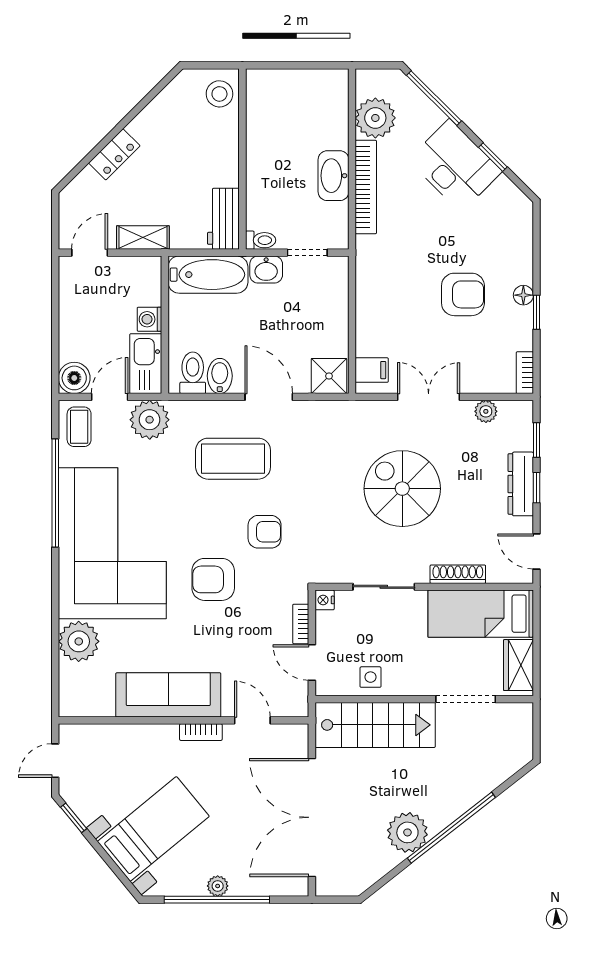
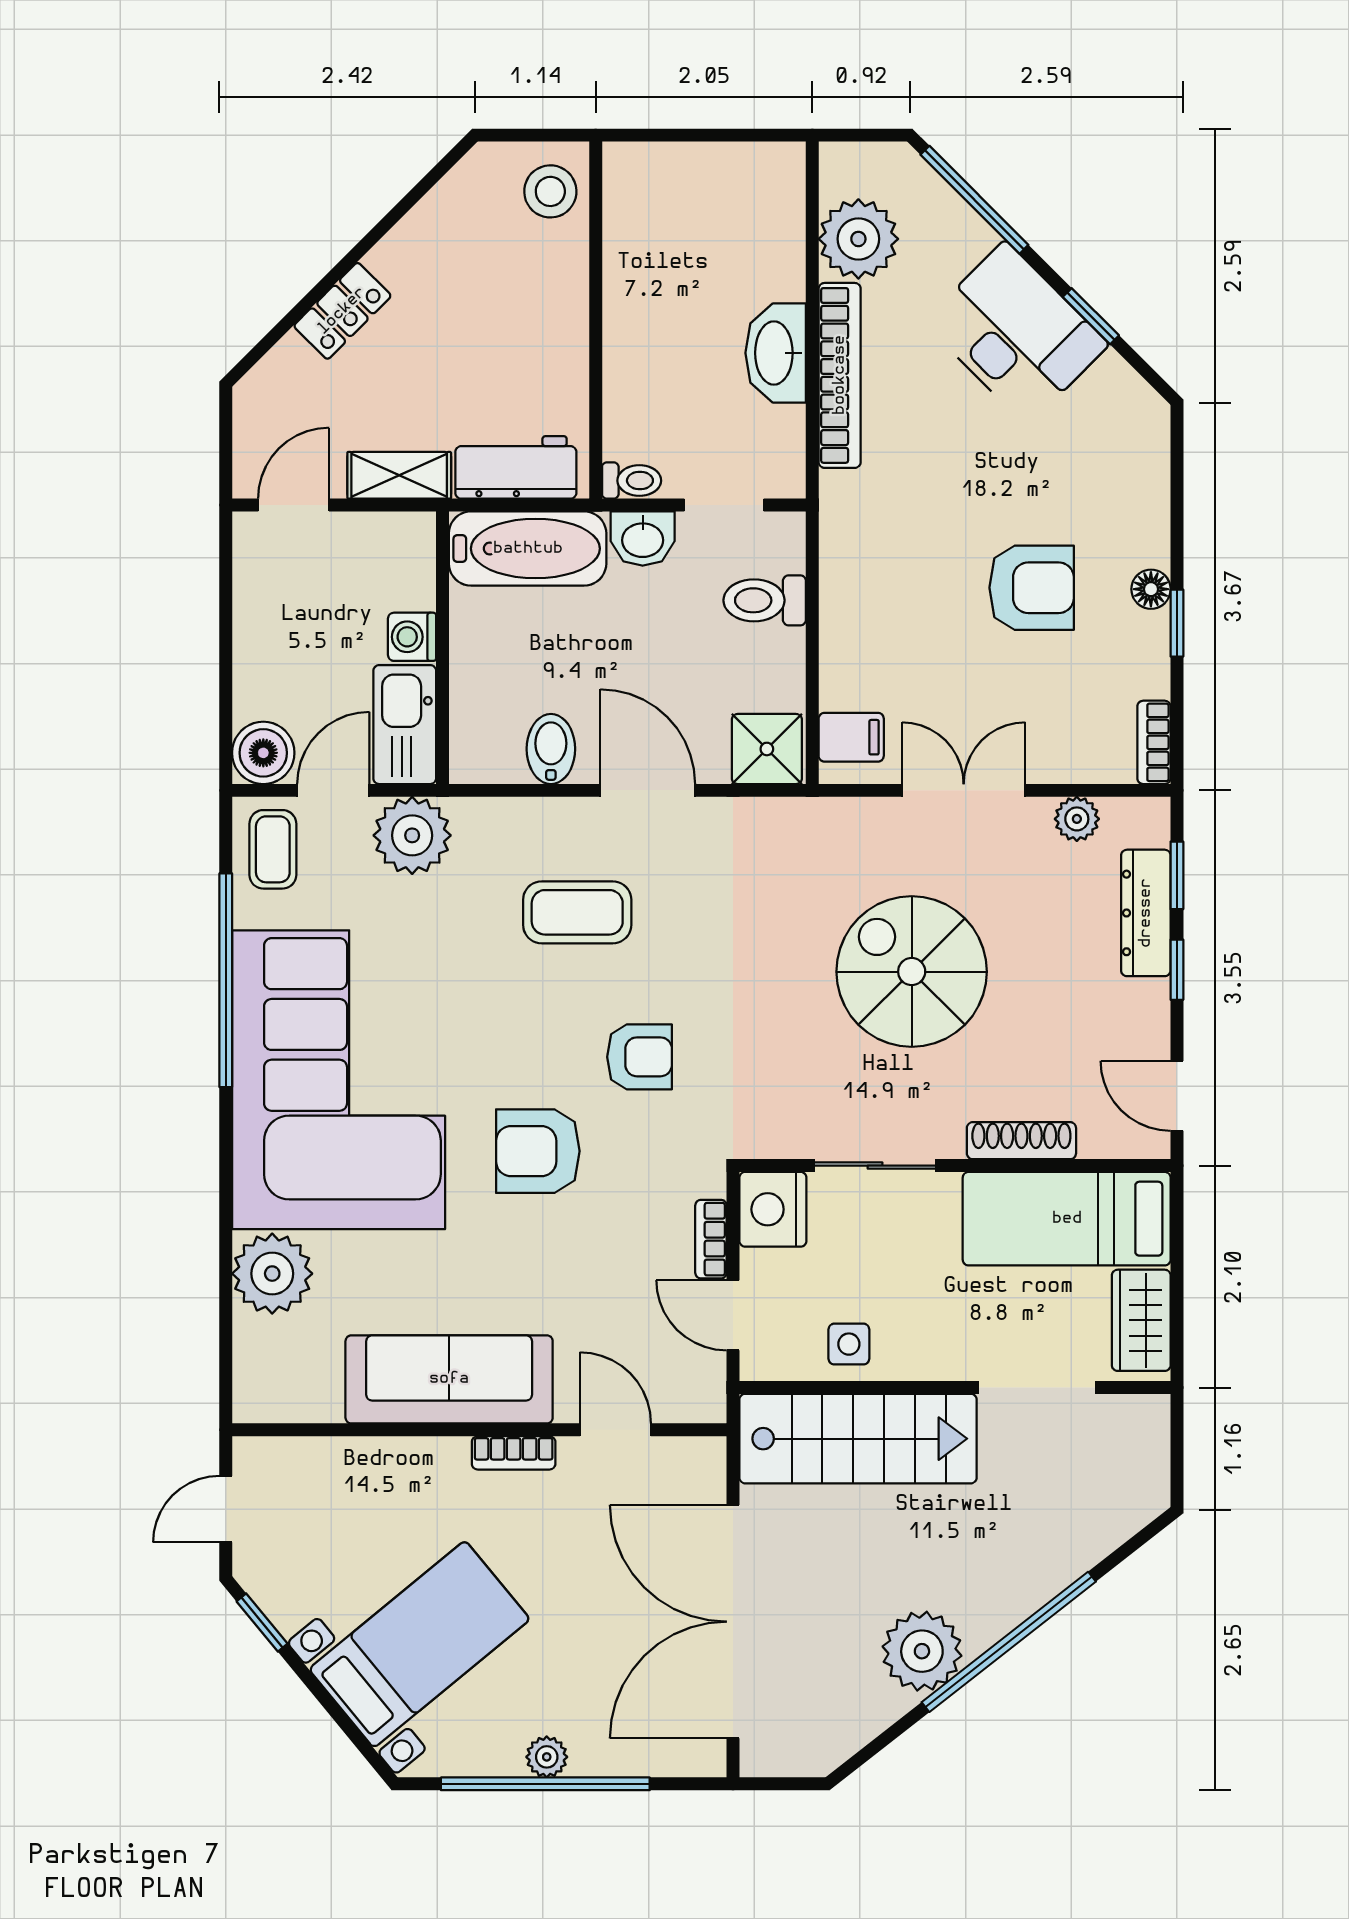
workbench: (223, 219) -> (516, 467), moved, turned 90
toilet: (193, 373) -> (765, 600), moved, turned -90
coffee table: (233, 459) -> (577, 912), width x0.73, depth x0.76
dresser: (521, 484) -> (1146, 913), moved
nightstand: (325, 600) -> (773, 1209), width x1.89, depth x1.79

